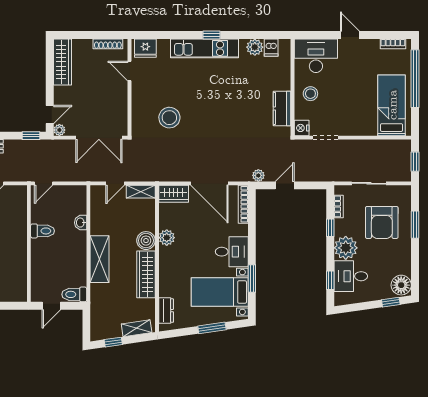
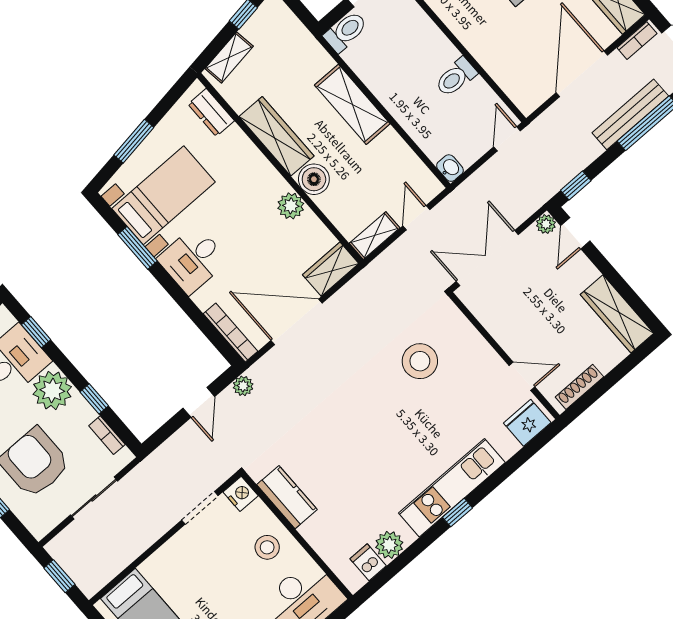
washbasin: (81, 223) -> (450, 168), moved

